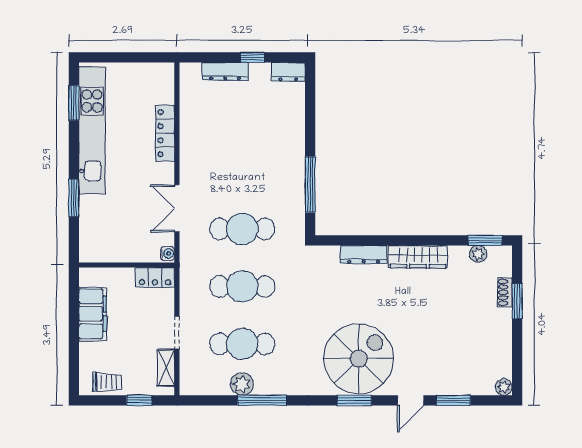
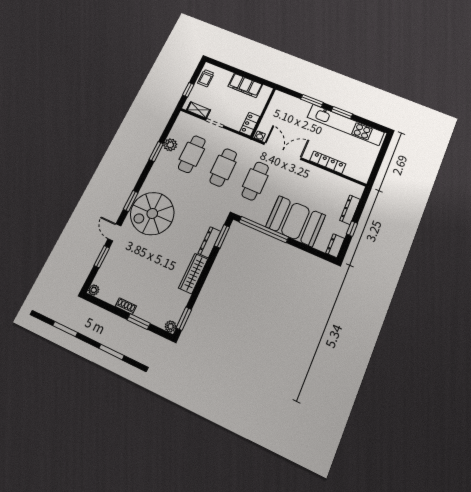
window: (74, 103) -> (342, 113), moved
booth: (277, 144) -> (295, 221), added
window: (310, 184) -> (264, 230), width x1.46
double door: (177, 208) -> (283, 151), width x1.37
window: (347, 240) -> (222, 236), added
plant: (478, 254) -> (170, 326), moved
shoe rack: (505, 292) -> (126, 306), moved
spiral stairs: (359, 359) -> (152, 213), turned 90
window: (262, 400) -> (156, 152), width x0.69

